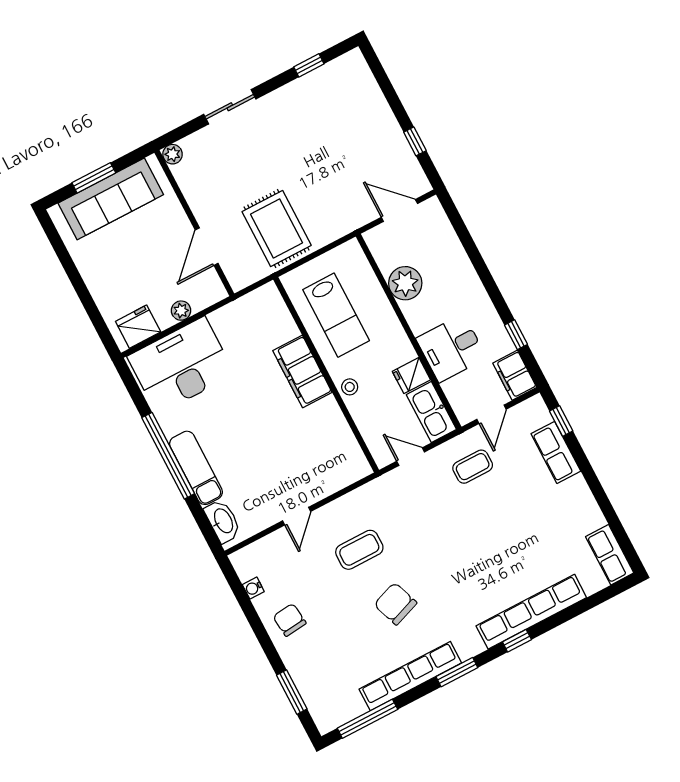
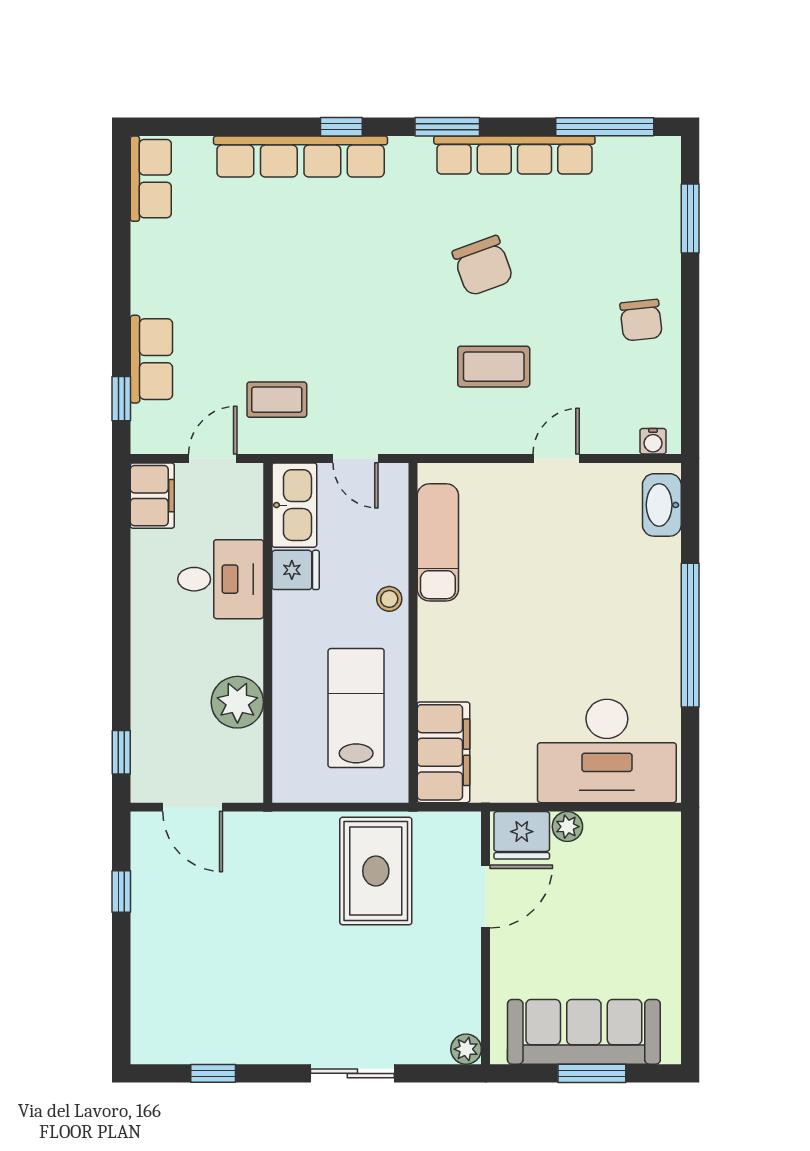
fridge: (138, 327) -> (522, 835), moved
window: (516, 335) -> (121, 752), moved
filing cabinet: (302, 371) -> (443, 752), moved
exam couch: (196, 468) -> (438, 542), moved, turned 180
water cooler: (253, 588) -> (653, 441), moved, turned 90

